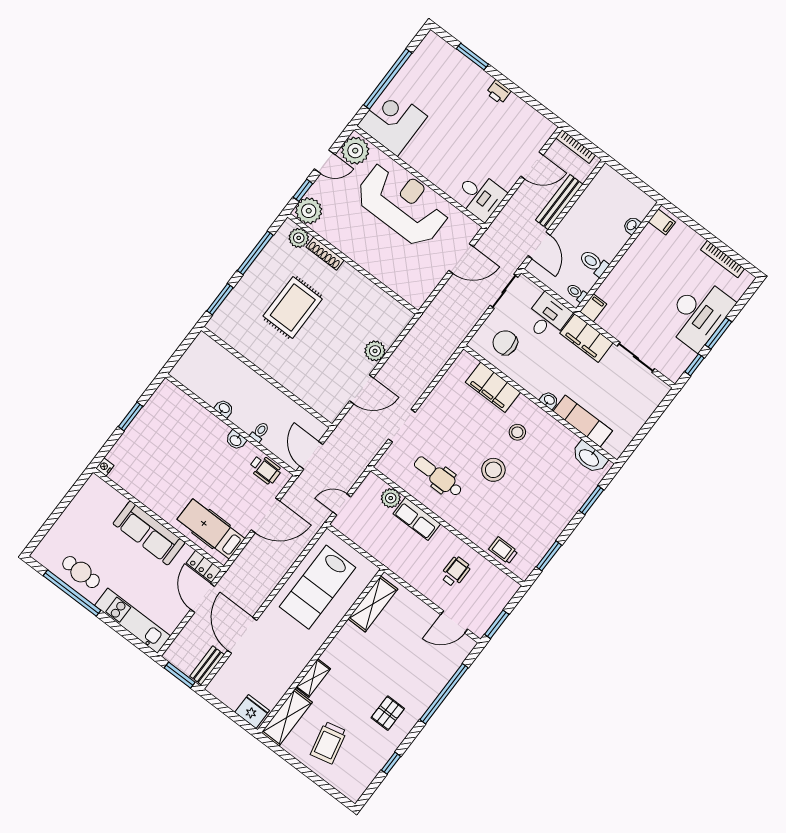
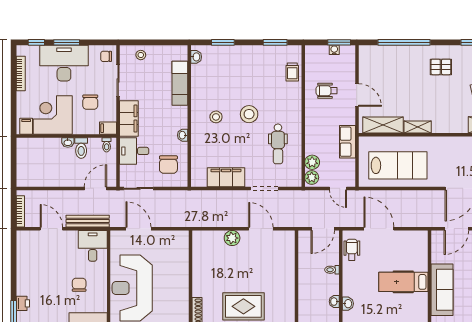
printer: (498, 92) -> (23, 303), moved
chair: (449, 150) -> (79, 285), added
bench: (559, 202) -> (88, 221), moved
washbasin: (632, 225) -> (68, 142), moved
corner desk: (652, 260) -> (53, 115), added
chair: (635, 310) -> (90, 102), added
chair: (671, 364) -> (106, 56), added
window: (694, 365) -> (36, 42), moved
filing cabinet: (493, 387) -> (226, 177), moved, turned -90
washbasin: (549, 400) -> (183, 135), moved
stool: (645, 402) -> (141, 55), added
washbasin: (236, 440) -> (348, 304), moved
washbasin: (589, 457) -> (196, 57), width x0.52, depth x0.69
plant: (375, 485) -> (312, 177), added
row of seats: (417, 519) -> (347, 142), moved, turned 180
hospital bed: (211, 529) -> (403, 282), moved, turned 90
locker: (204, 566) -> (437, 242), removed
water cooler: (493, 613) -> (334, 50), added
door: (454, 622) -> (357, 95), moved
shelving: (313, 678) -> (418, 127), moved

